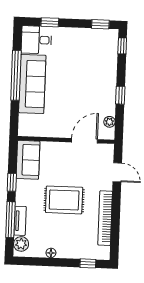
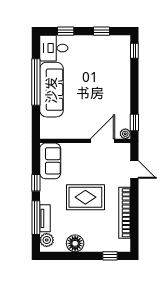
window: (100, 24) -> (101, 31), moved
window: (120, 95) -> (134, 122), moved
plant: (109, 122) -> (125, 134), moved
floor lamp: (51, 253) -> (75, 243), width x1.89, depth x1.89

